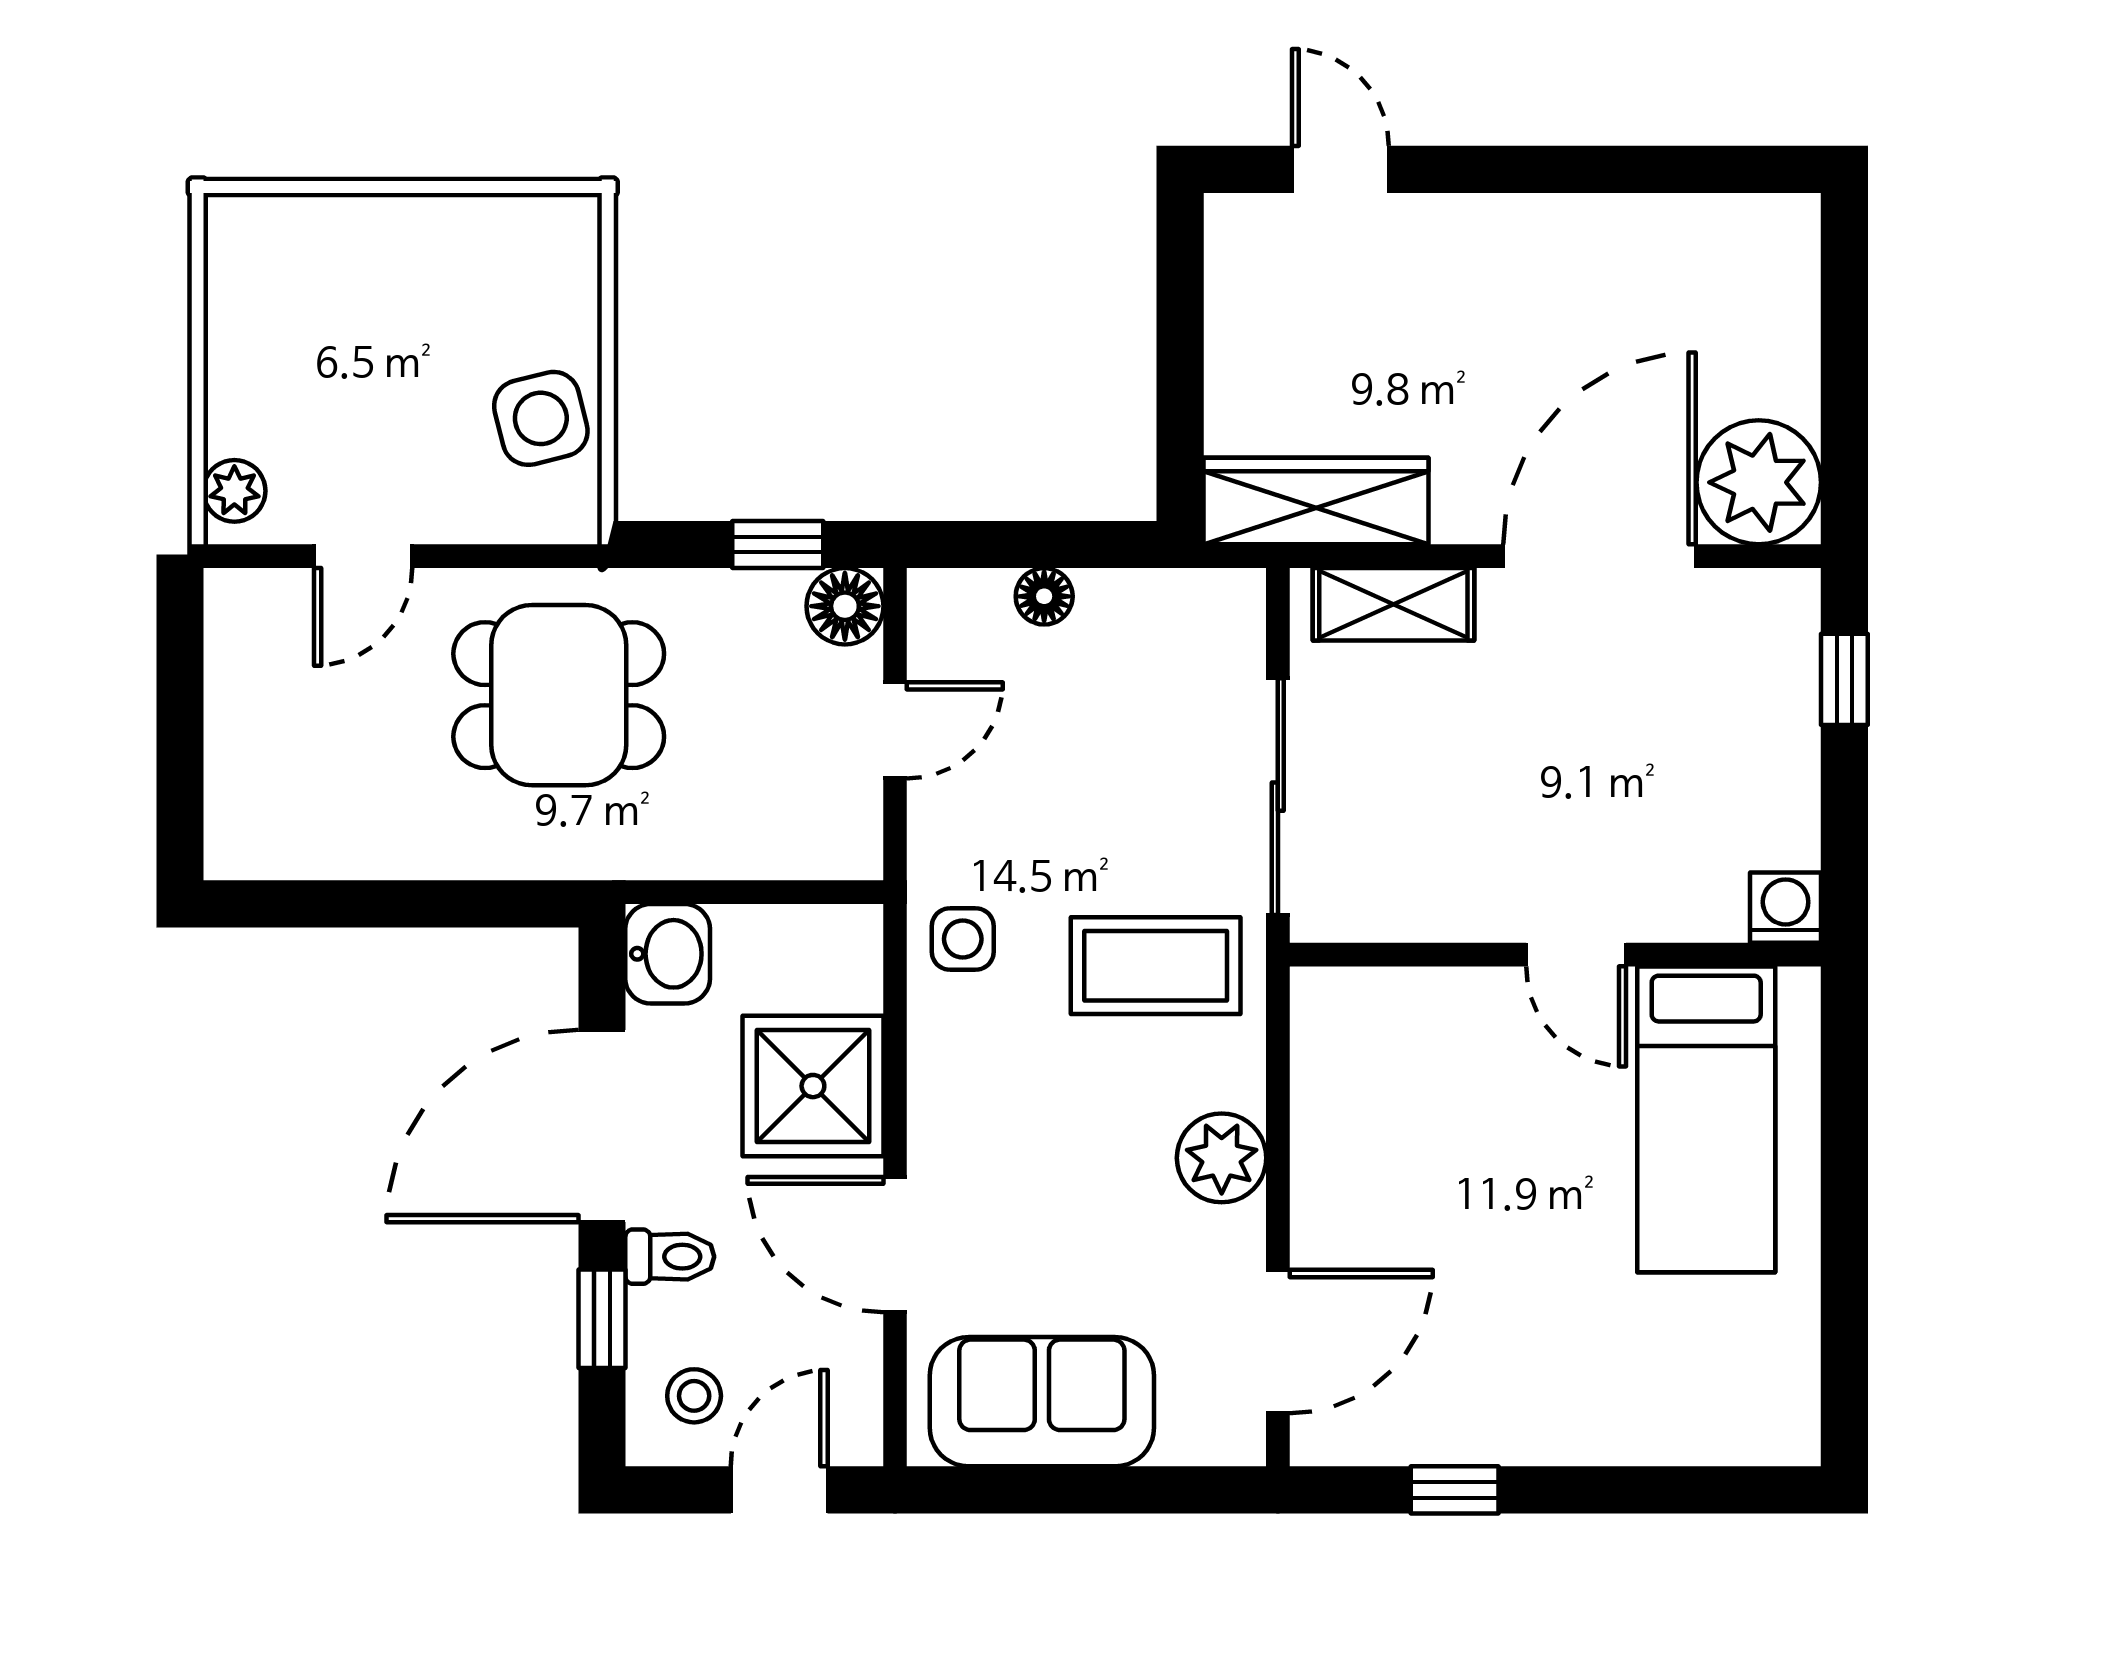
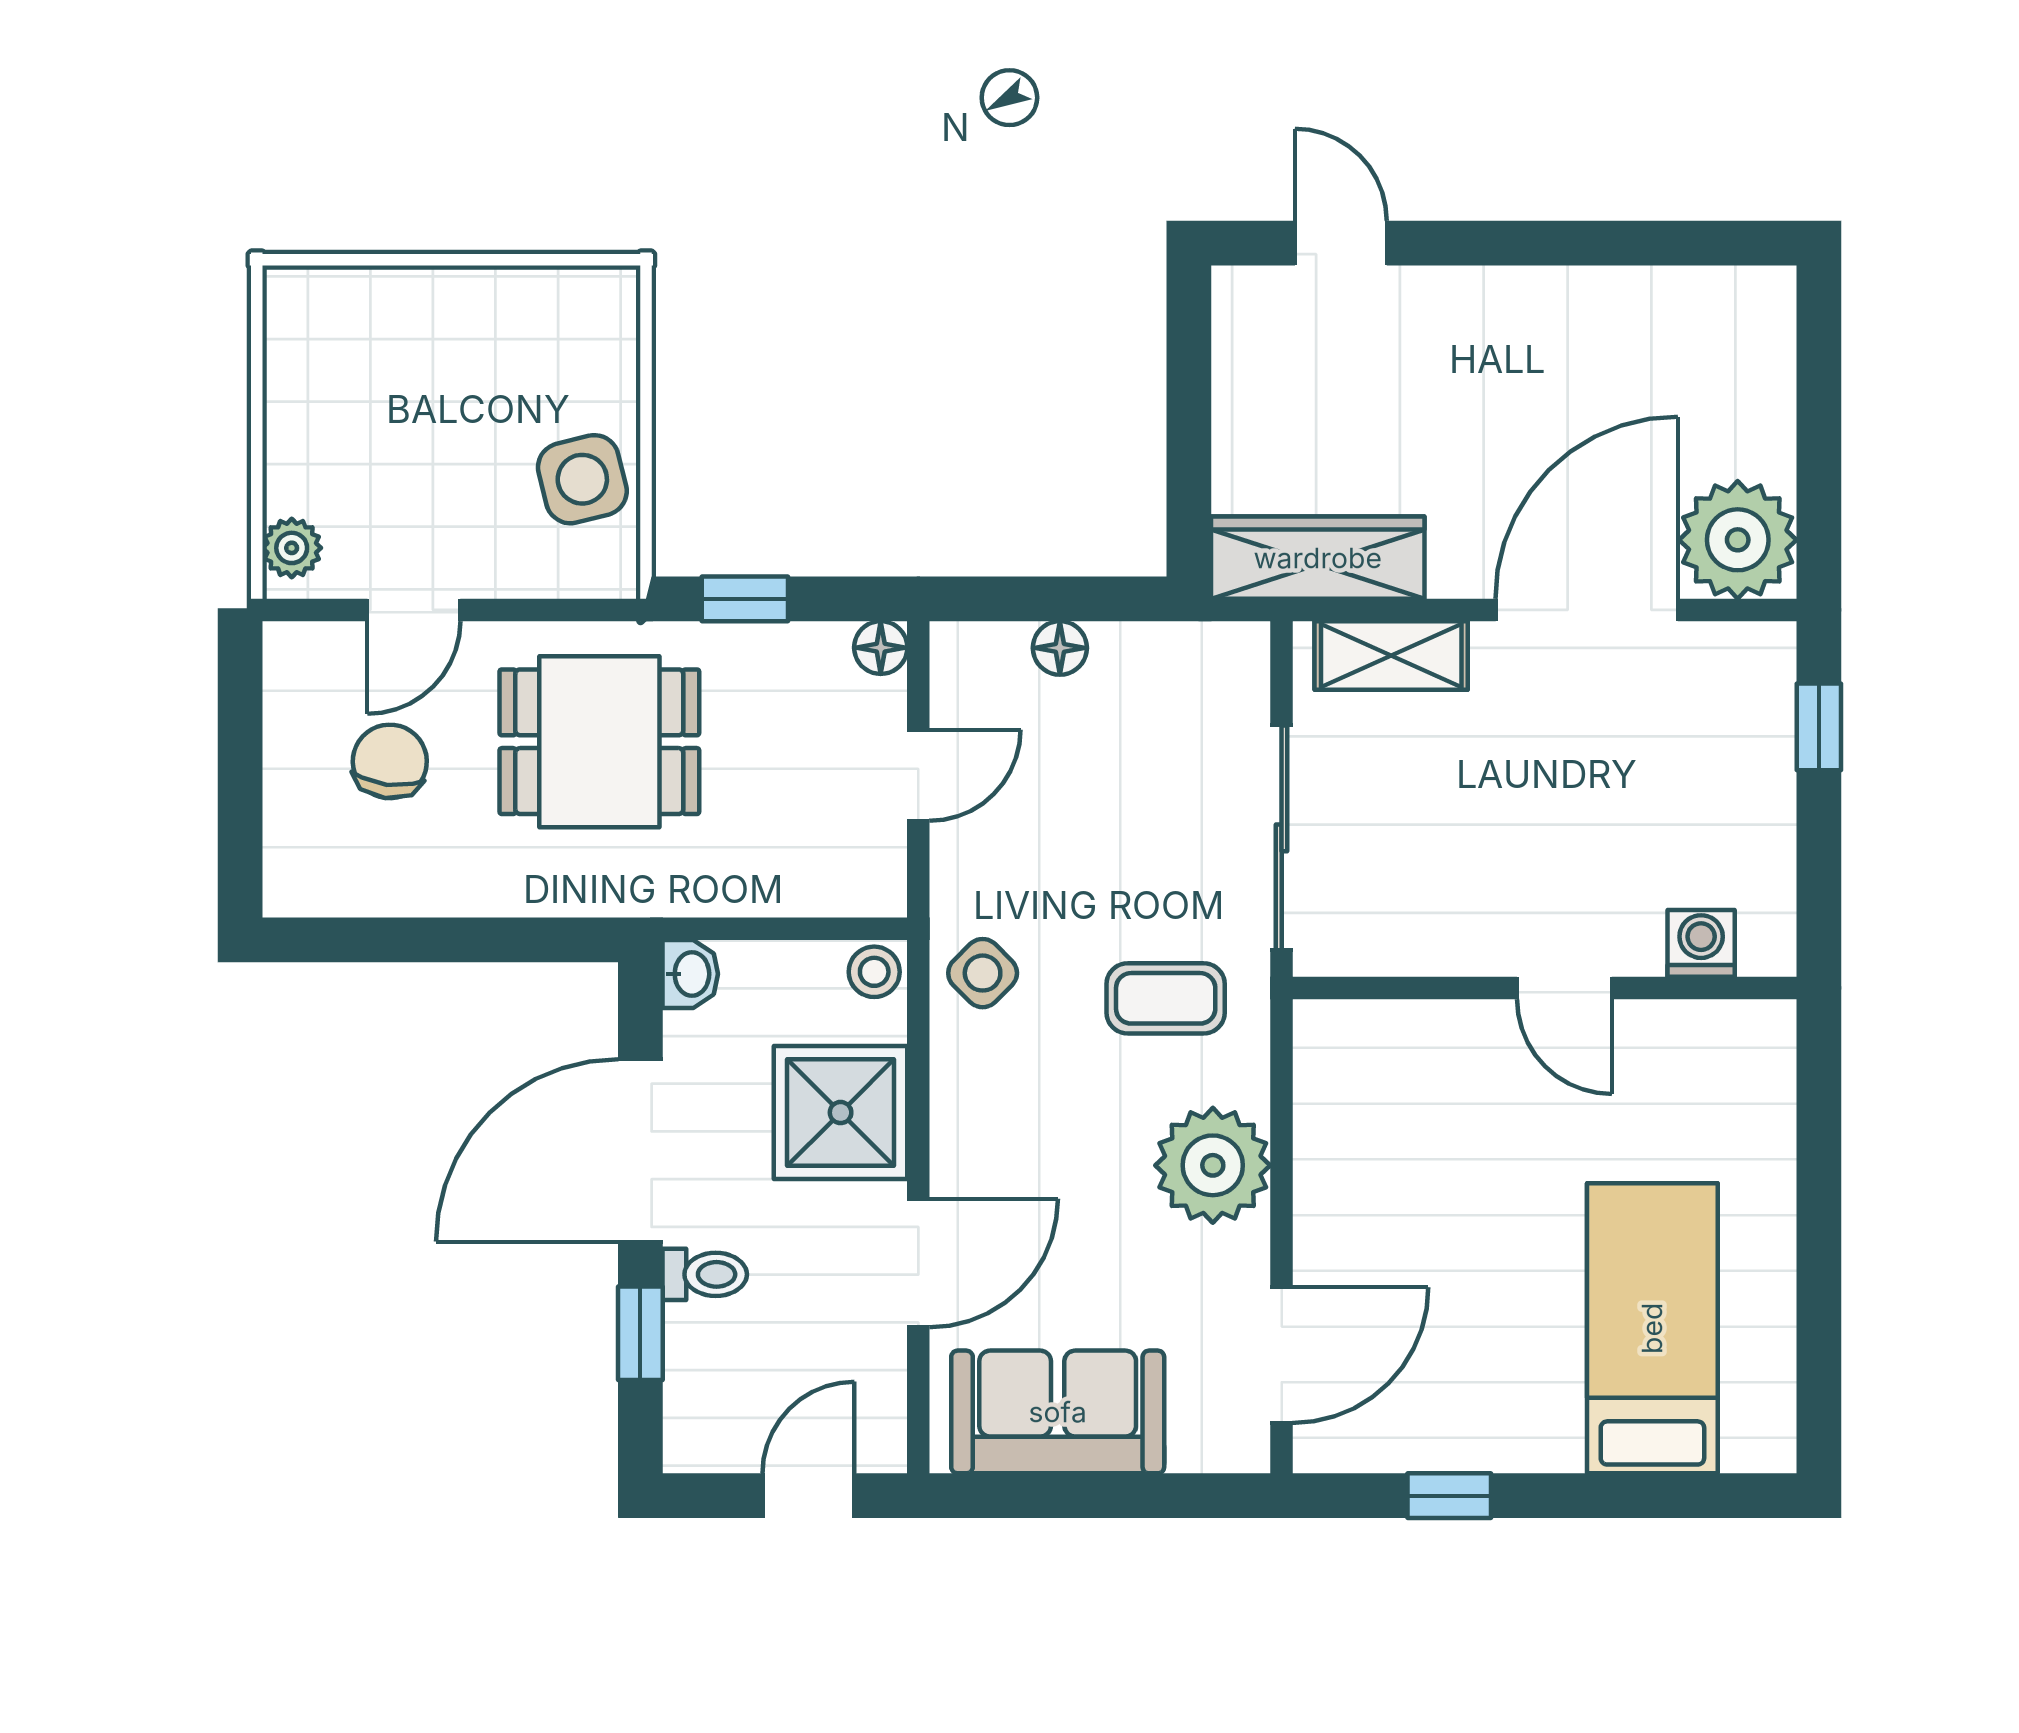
window: (778, 544) -> (745, 599), moved
floor lamp: (845, 606) -> (881, 648), width x0.73, depth x0.73
chair: (338, 716) -> (390, 761), added
washing machine: (1786, 908) -> (1701, 943), moved
side table: (963, 939) -> (983, 973), turned 45
washbasin: (668, 954) -> (690, 974), width x0.72, depth x0.69
coffee table: (1156, 966) -> (1166, 998), width x0.73, depth x0.77
bed: (1706, 1119) -> (1652, 1328), moved, turned 180
plant: (1222, 1158) -> (1213, 1165), width x1.36, depth x1.36
door: (895, 1245) -> (918, 1263), swing flipped
stool: (694, 1396) -> (874, 972), moved

